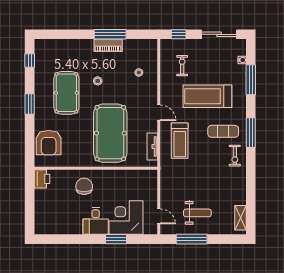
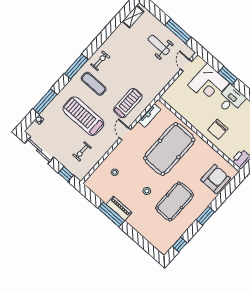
treadmill: (207, 96) -> (83, 116), turned 180

